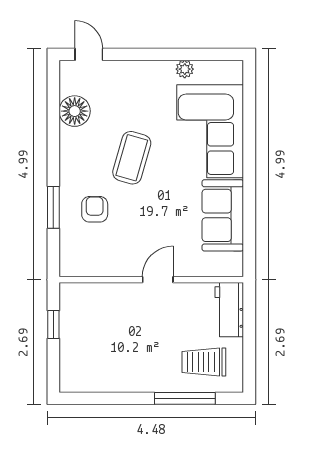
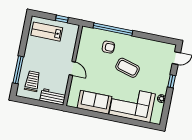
window: (142, 54) -> (172, 81), added
floor lamp: (75, 111) -> (153, 47), removed
window: (53, 207) -> (113, 29), width x2.11
lab bench: (88, 352) -> (47, 32), added

